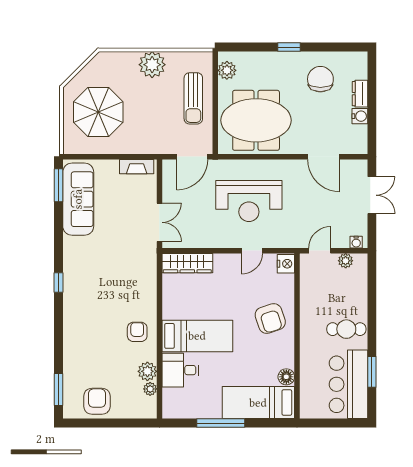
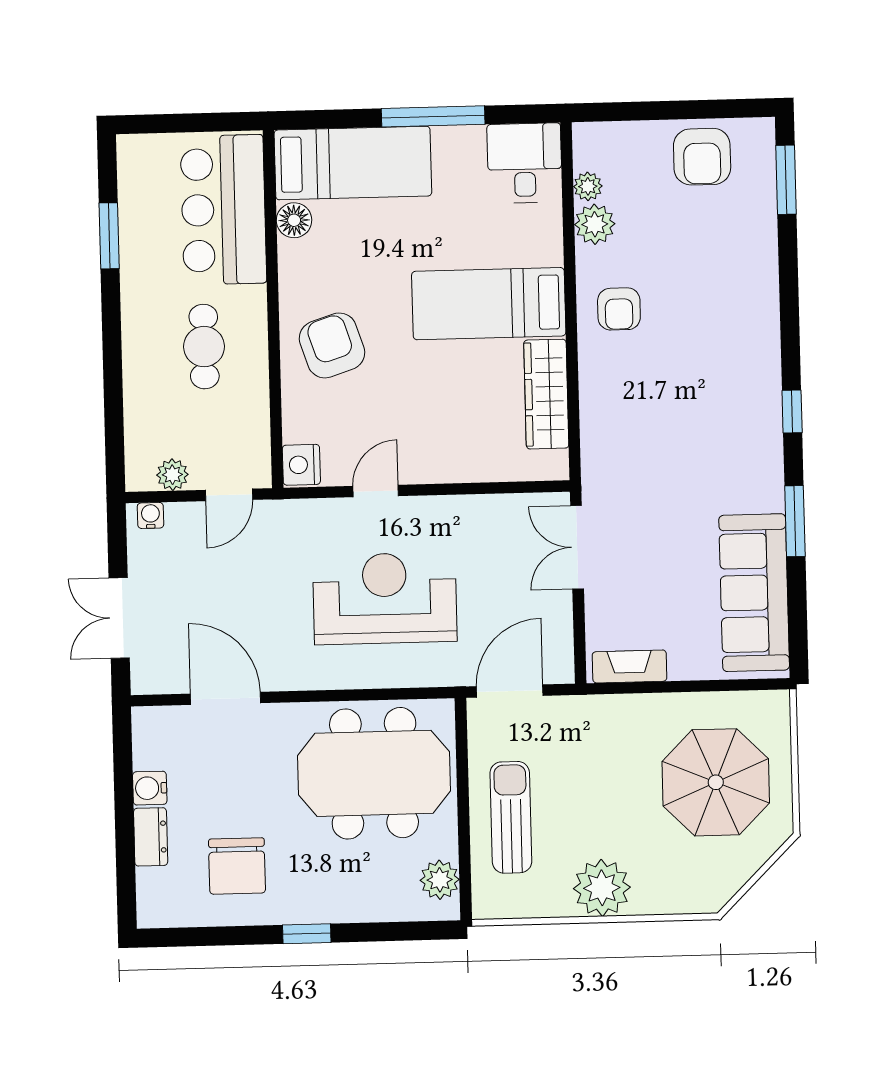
window: (58, 185) -> (795, 521), moved
wardrobe: (187, 263) -> (546, 394), moved, turned -90
cafe table: (346, 329) -> (204, 347), moved, turned 90
desk: (180, 370) -> (525, 163), moved, turned -90
bar counter: (348, 384) -> (223, 210), moved, turned 180

